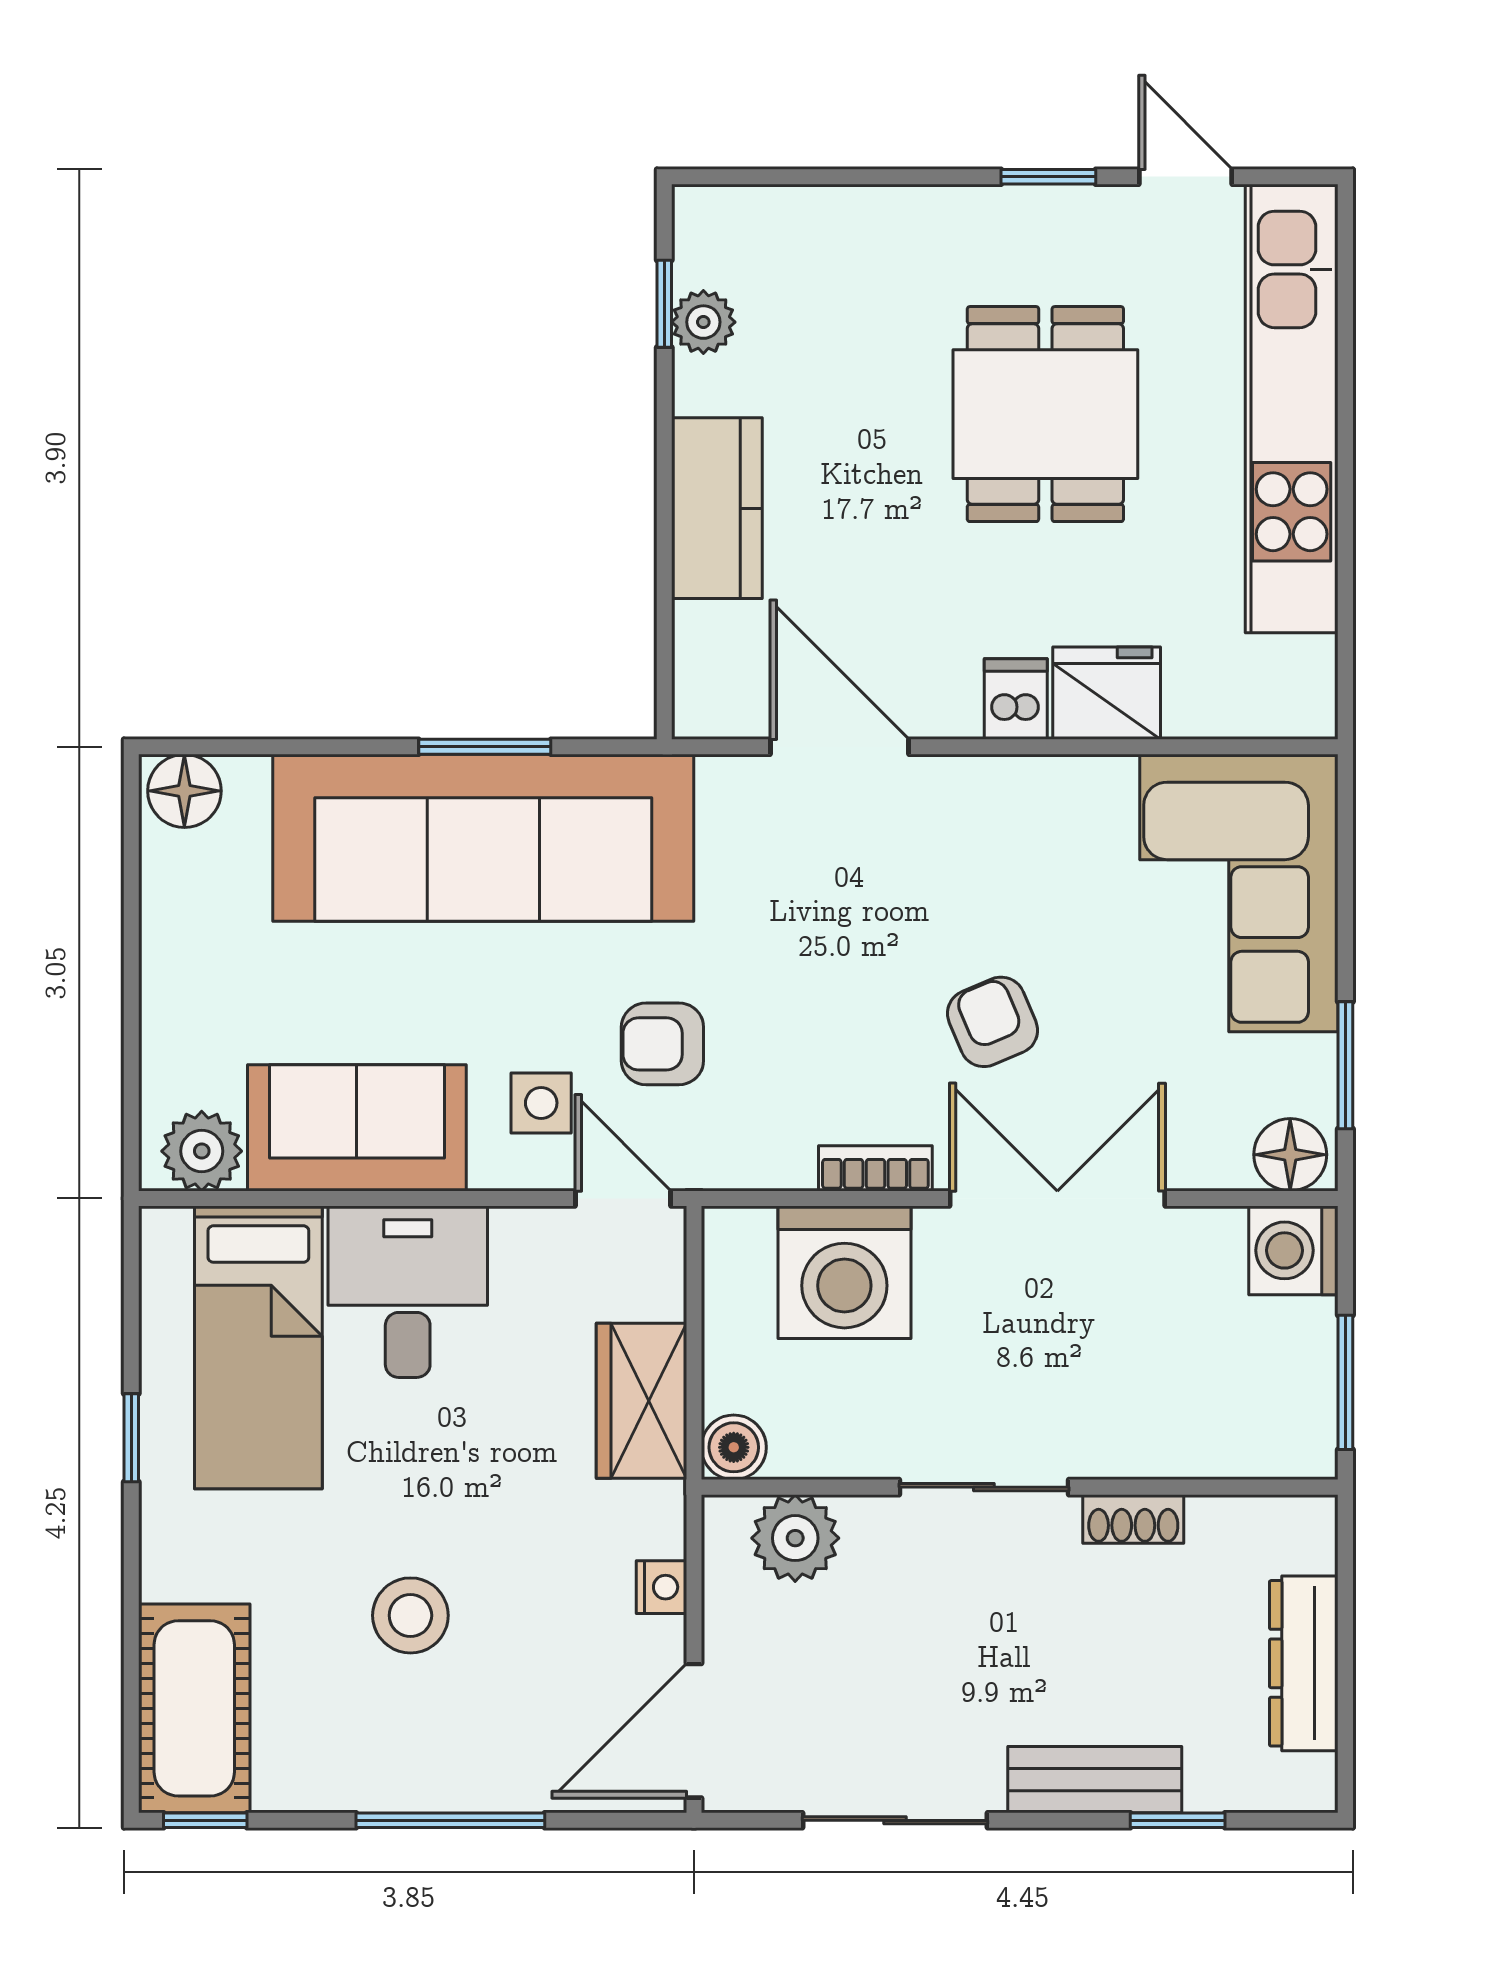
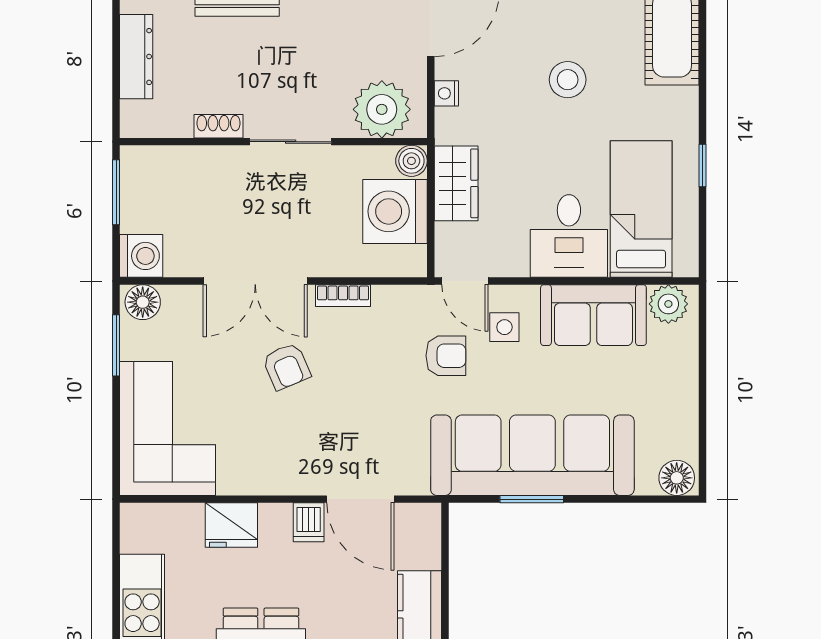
dishwasher: (1016, 699) -> (309, 522), moved
washing machine: (844, 1272) -> (395, 211), moved, turned -90
plant: (795, 1538) -> (382, 109), width x1.36, depth x1.36

